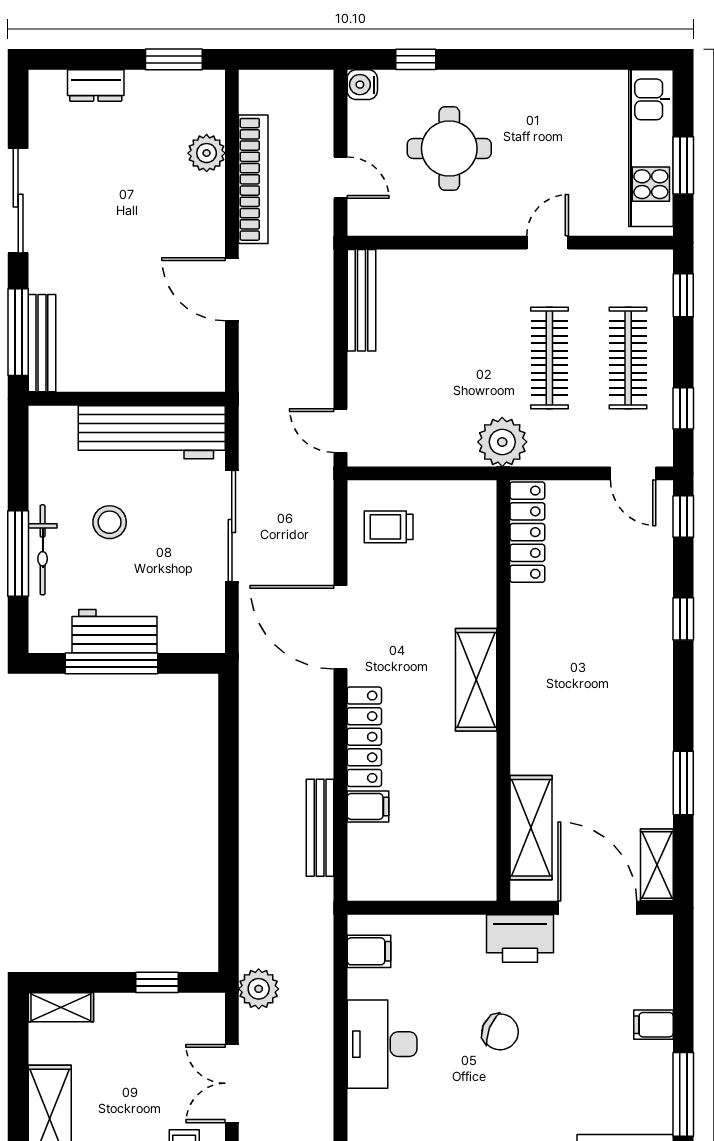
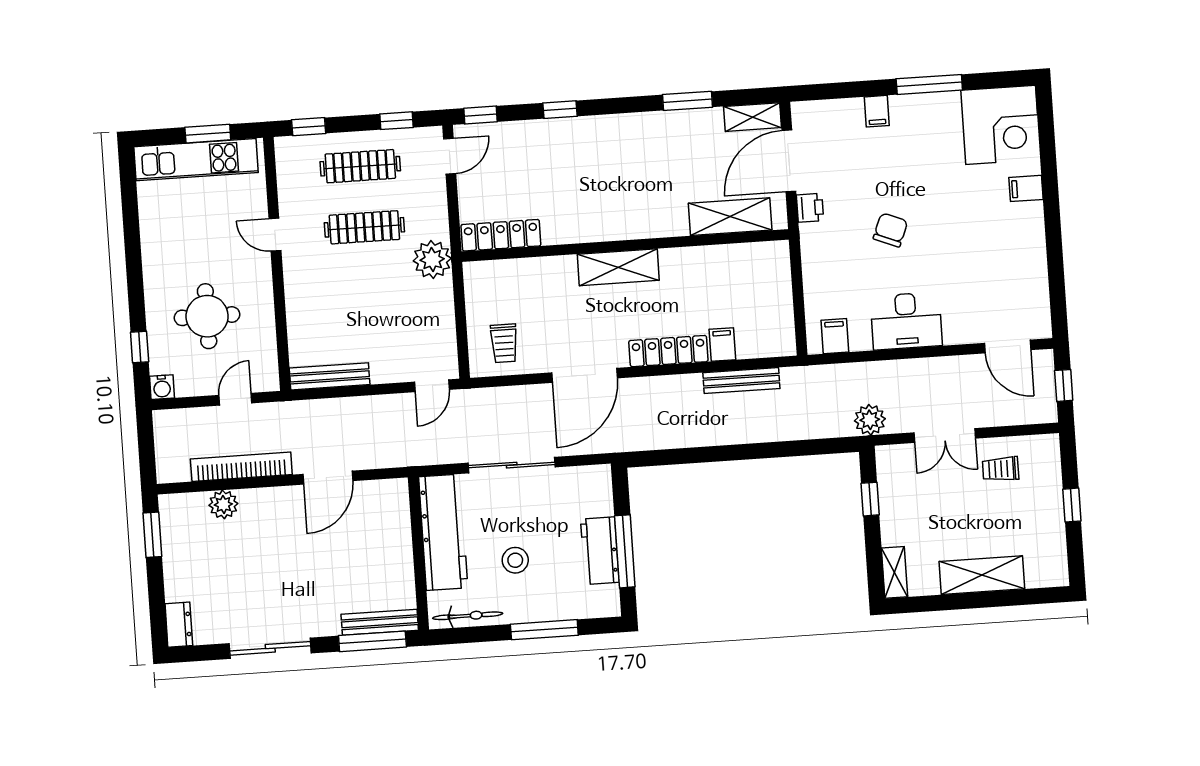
dresser: (96, 85) -> (179, 625), moved
bicycle: (43, 550) -> (468, 616), moved
printer: (520, 938) -> (810, 208), width x0.53, depth x0.68

